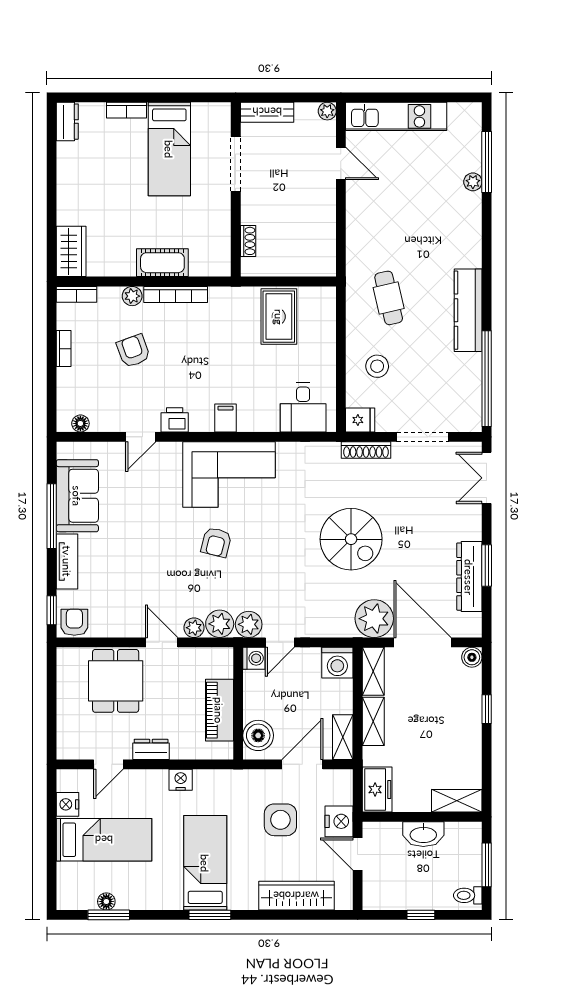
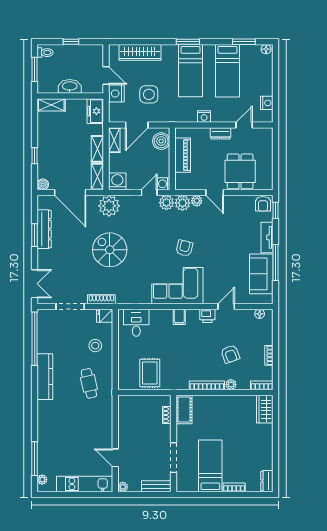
plant: (473, 182) -> (42, 480), moved
cot: (162, 263) -> (184, 409), moved, turned 90
plant: (374, 619) -> (109, 206), moved
bed: (104, 840) -> (228, 71), moved, turned -90
floor lamp: (106, 901) -> (266, 49), moved

